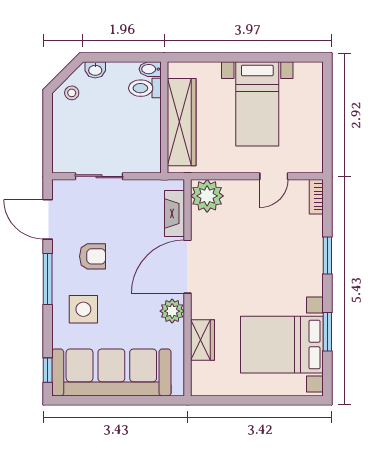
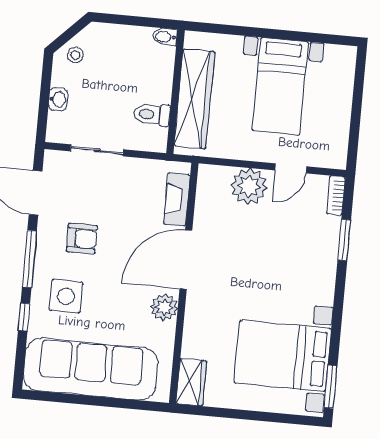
washbasin: (95, 70) -> (58, 99), moved, turned -90
toilet: (145, 88) -> (152, 114), moved
plant: (207, 196) -> (249, 186), moved
window: (327, 255) -> (344, 240), moved
window: (327, 332) -> (331, 387), moved
wardrobe: (202, 340) -> (191, 382), moved
window: (48, 370) -> (24, 317), moved

